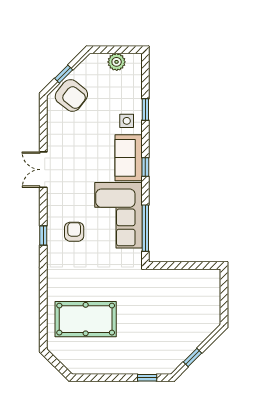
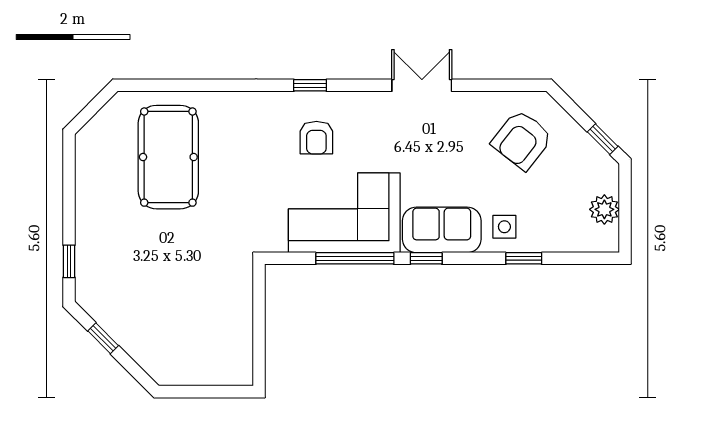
window: (64, 74) -> (603, 139), moved
armchair: (71, 95) -> (522, 140), moved
window: (145, 228) -> (355, 258), moved
armchair: (74, 232) -> (316, 138), turned 90

